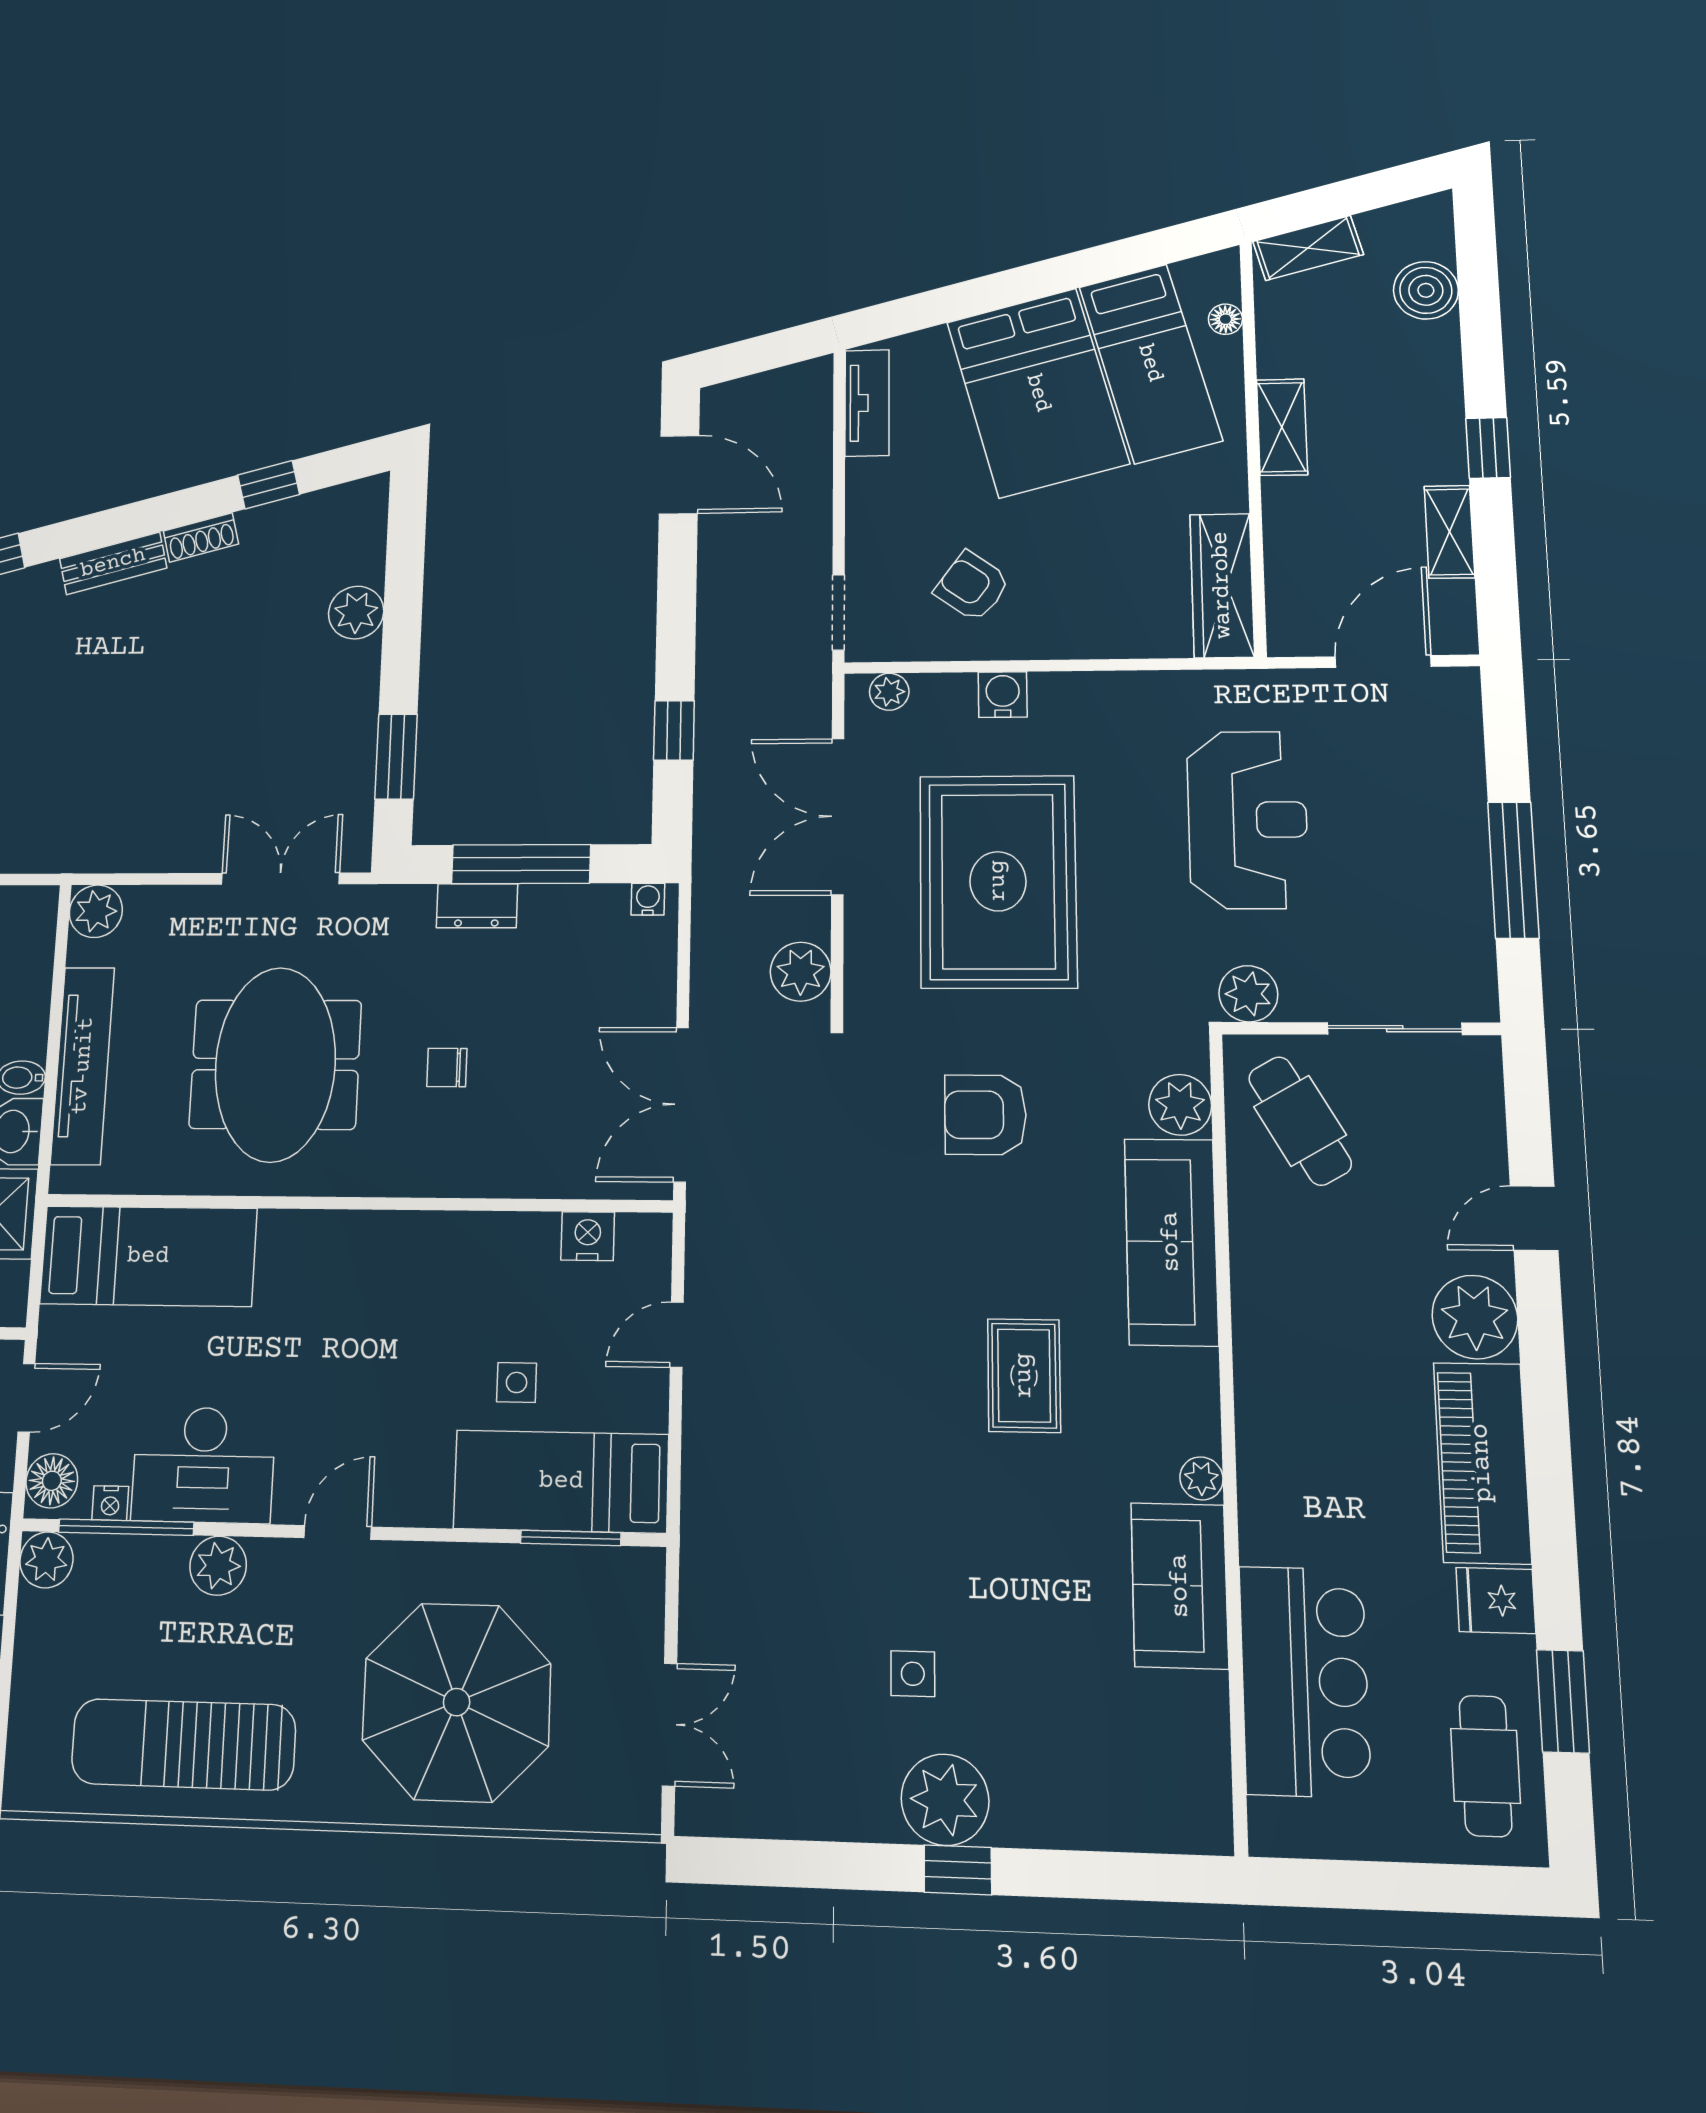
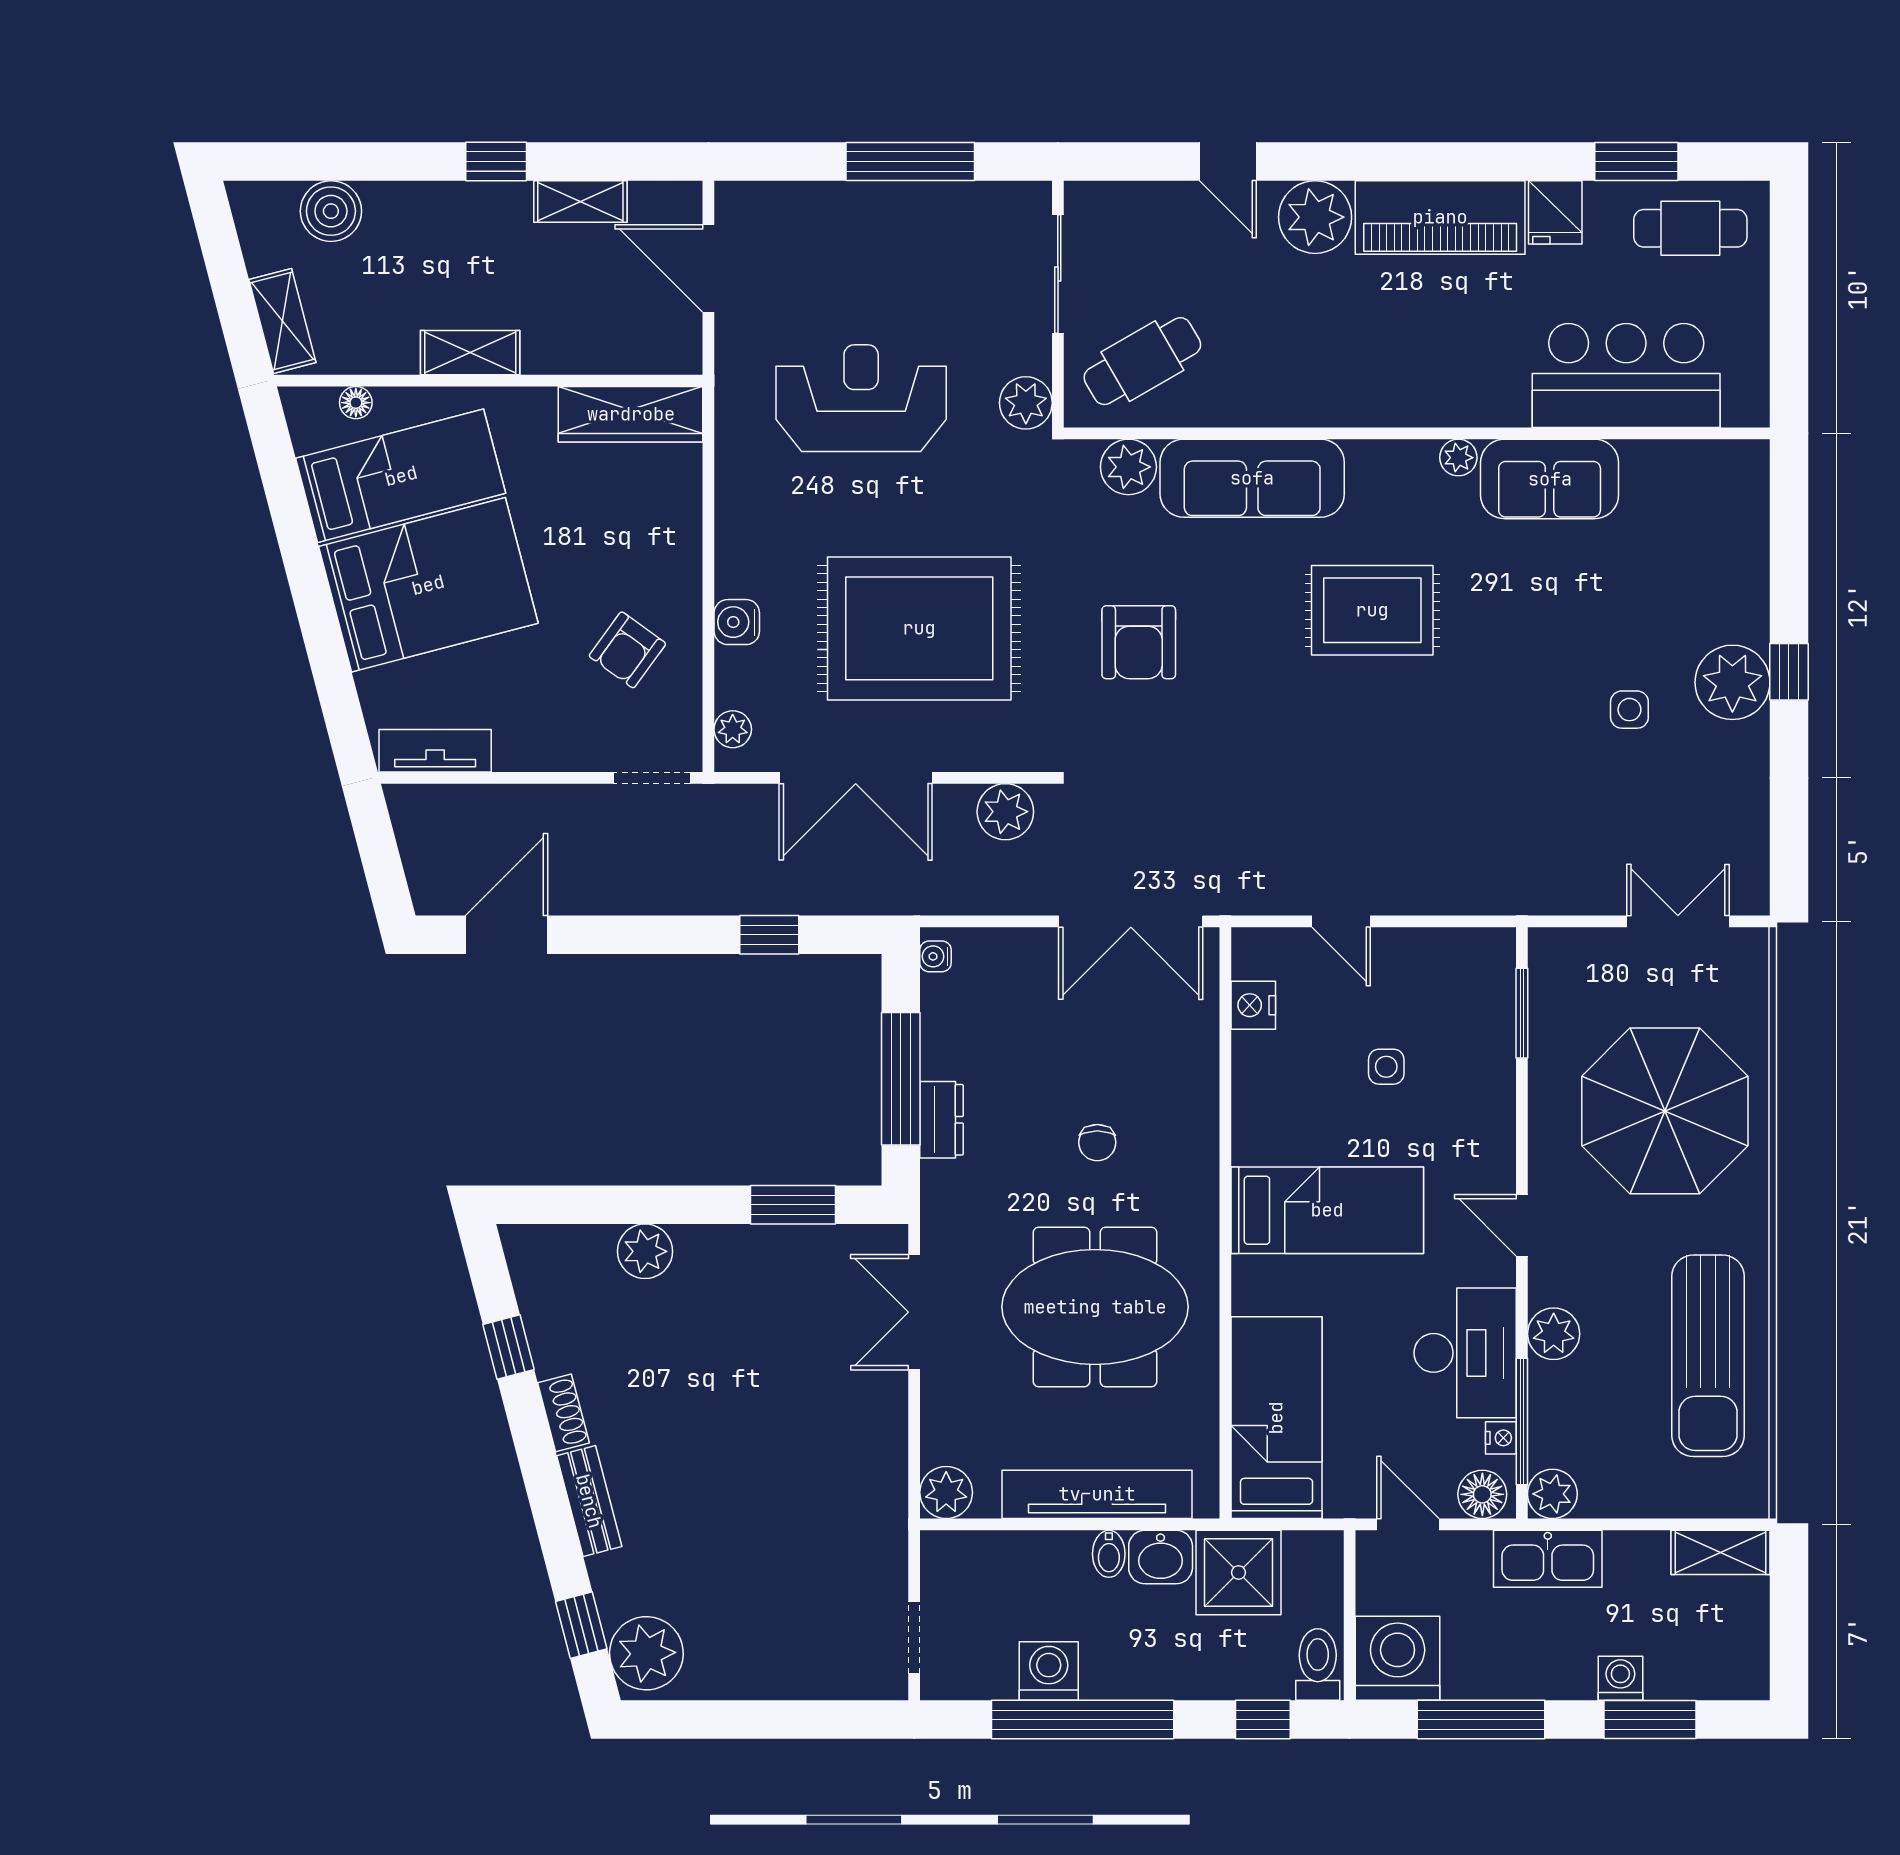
rug: (1024, 1376) -> (1372, 610), width x1.36, depth x1.43
bed: (561, 1481) -> (1327, 1210), moved, turned -90

